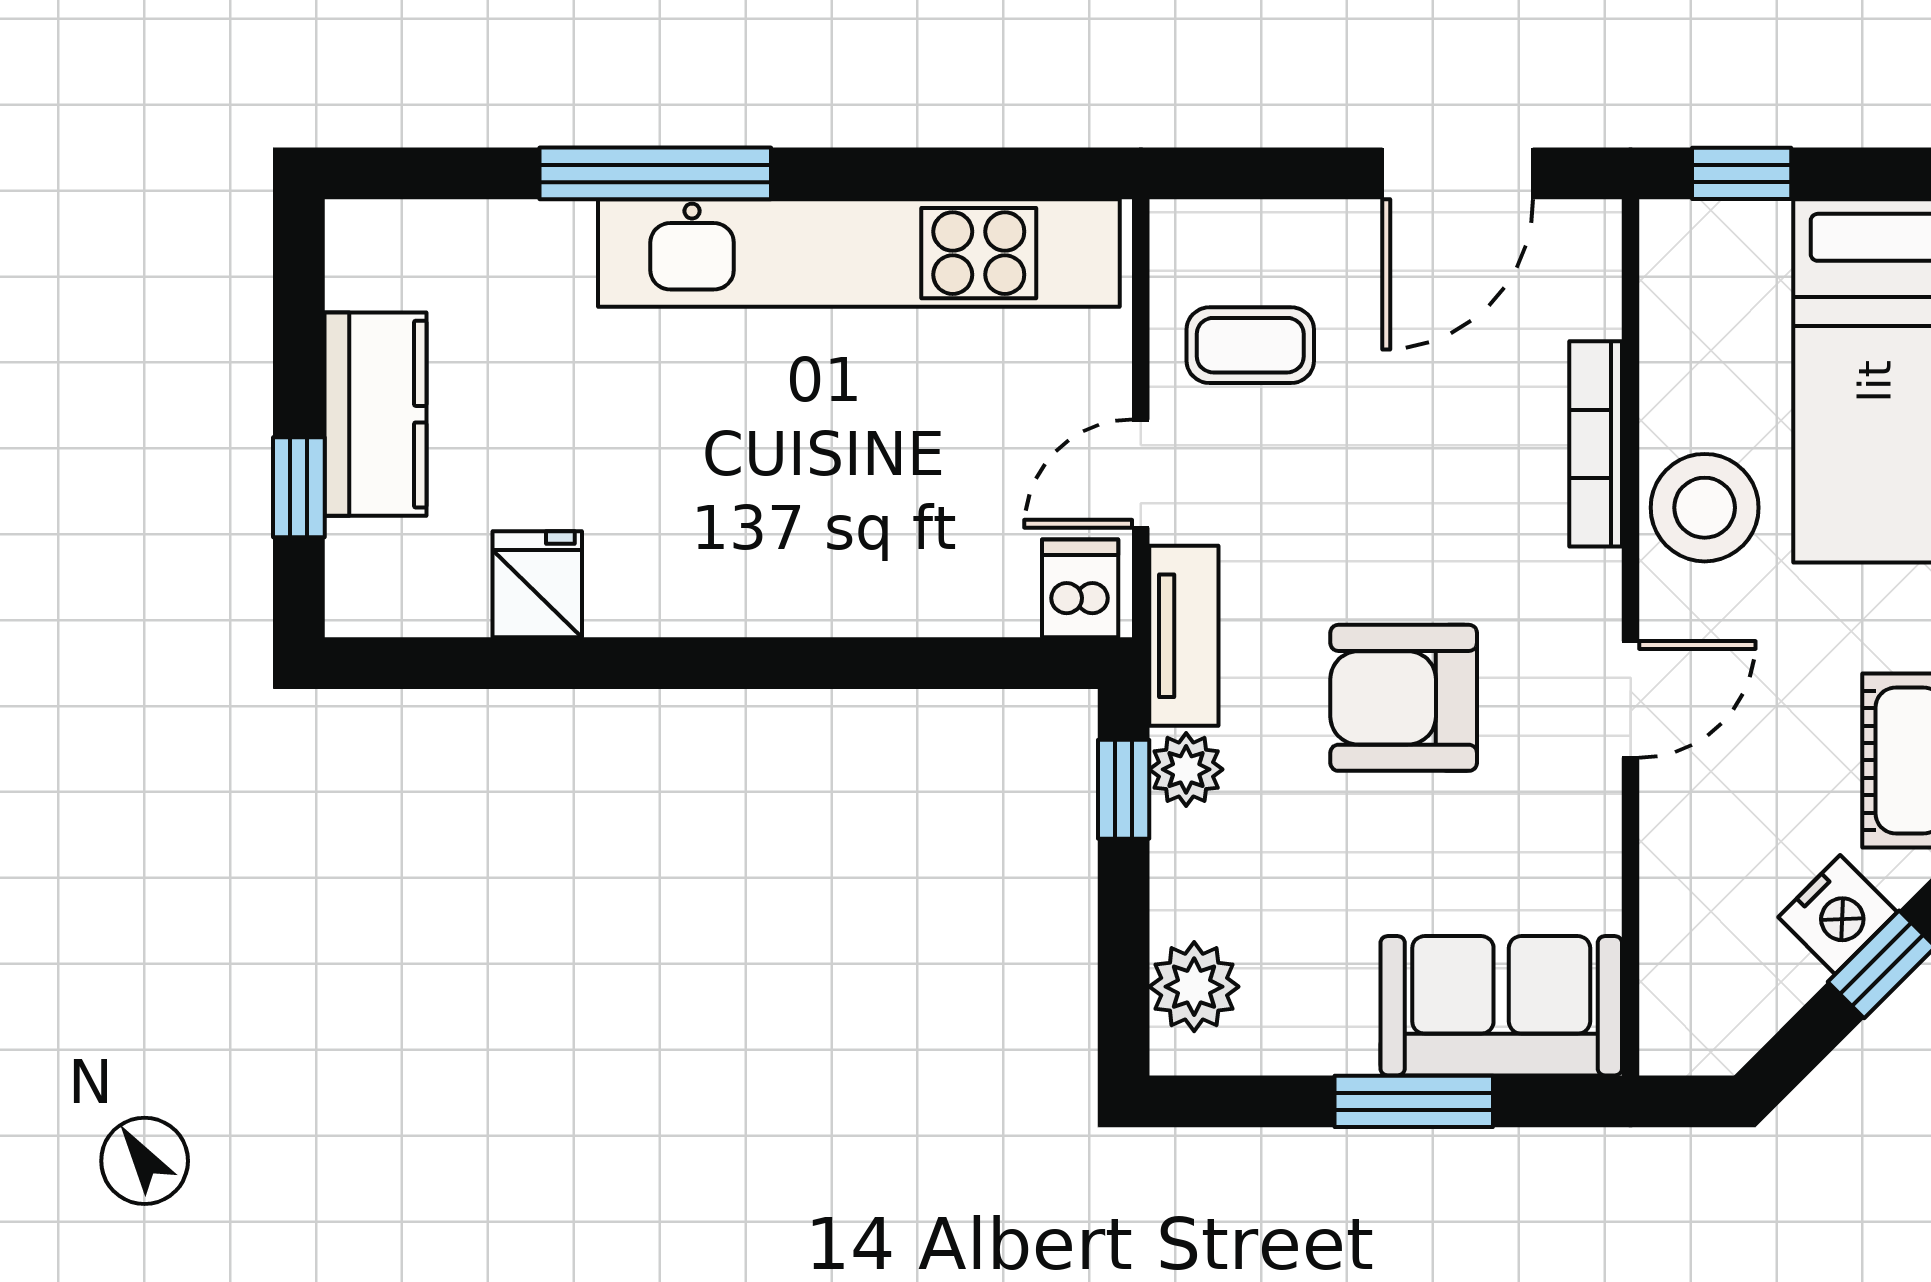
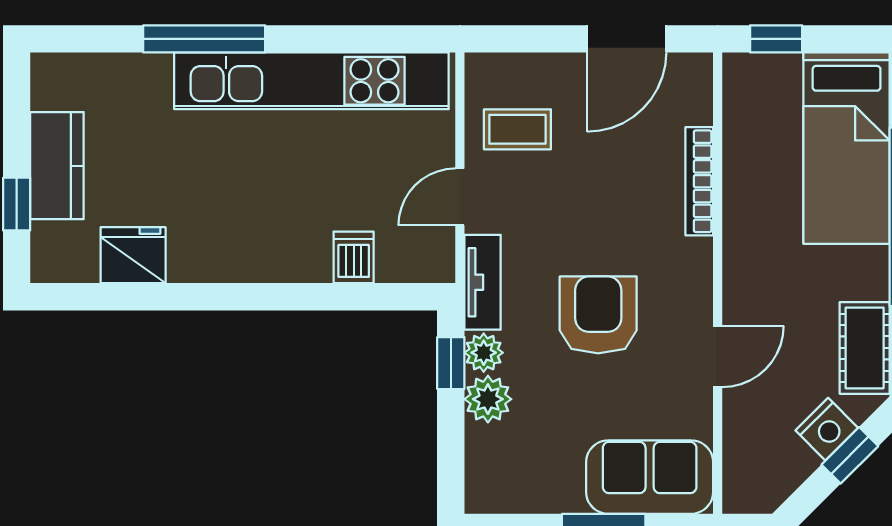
stool: (1705, 508) -> (757, 215), removed
fridge: (537, 584) -> (133, 255), width x1.38
dishwasher: (1080, 588) -> (354, 257), moved
armchair: (1404, 698) -> (598, 315), turned 90
door: (1631, 699) -> (718, 356), moved
plant: (1194, 987) -> (488, 399), moved

